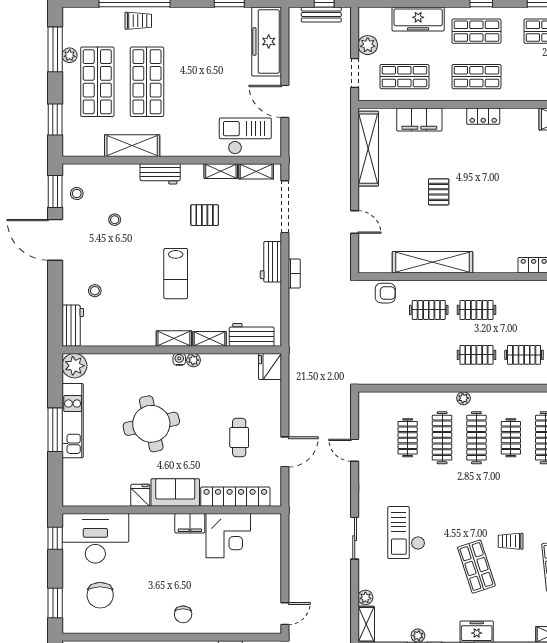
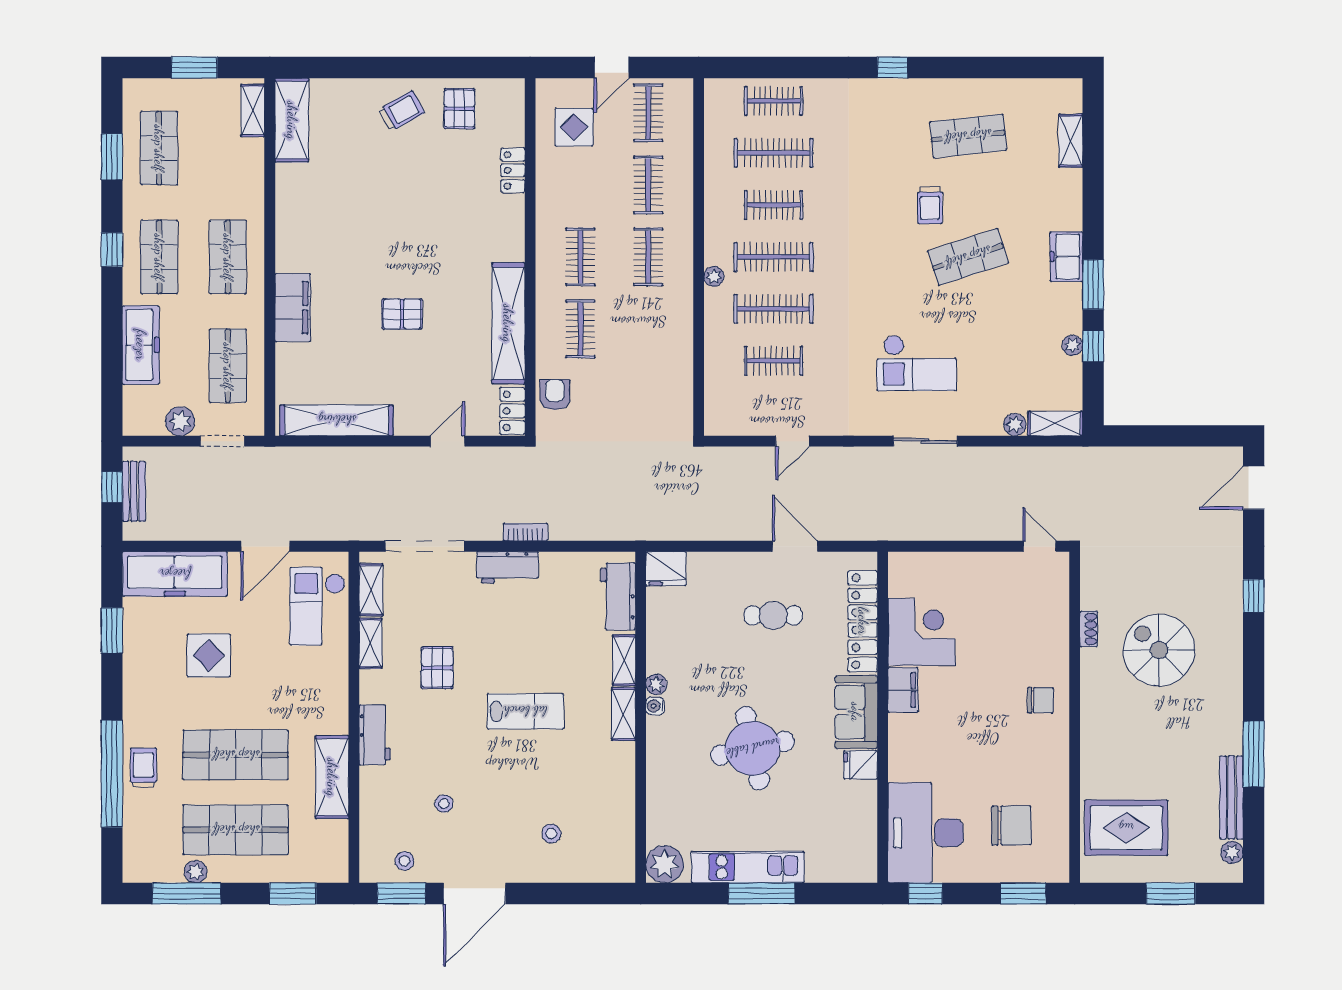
display table: (213, 64) -> (209, 655), added
locker: (483, 116) -> (512, 411), moved, turned 180
filing cabinet: (419, 120) -> (293, 308), moved
workbench: (73, 326) -> (604, 867), removed

